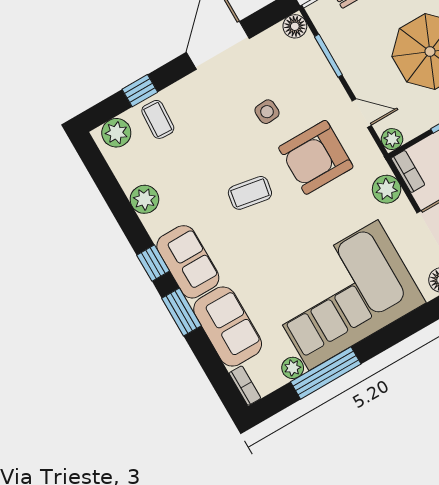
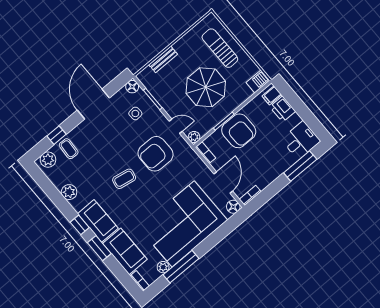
side table: (267, 112) -> (135, 113), moved
plant: (387, 189) -> (196, 164), removed

